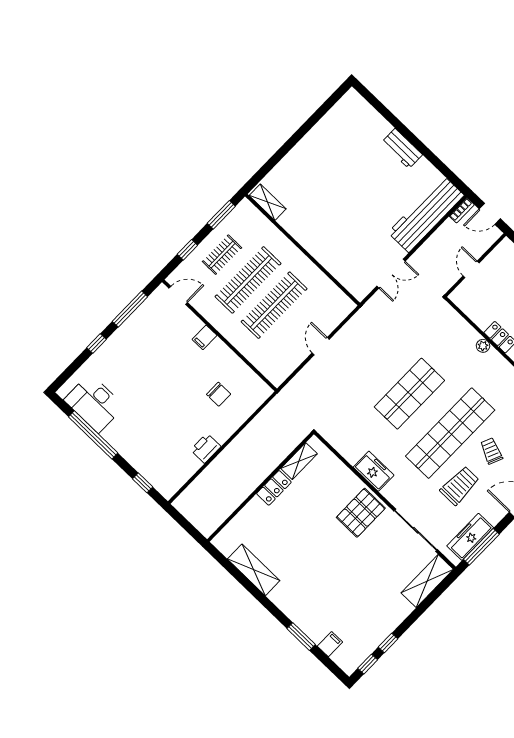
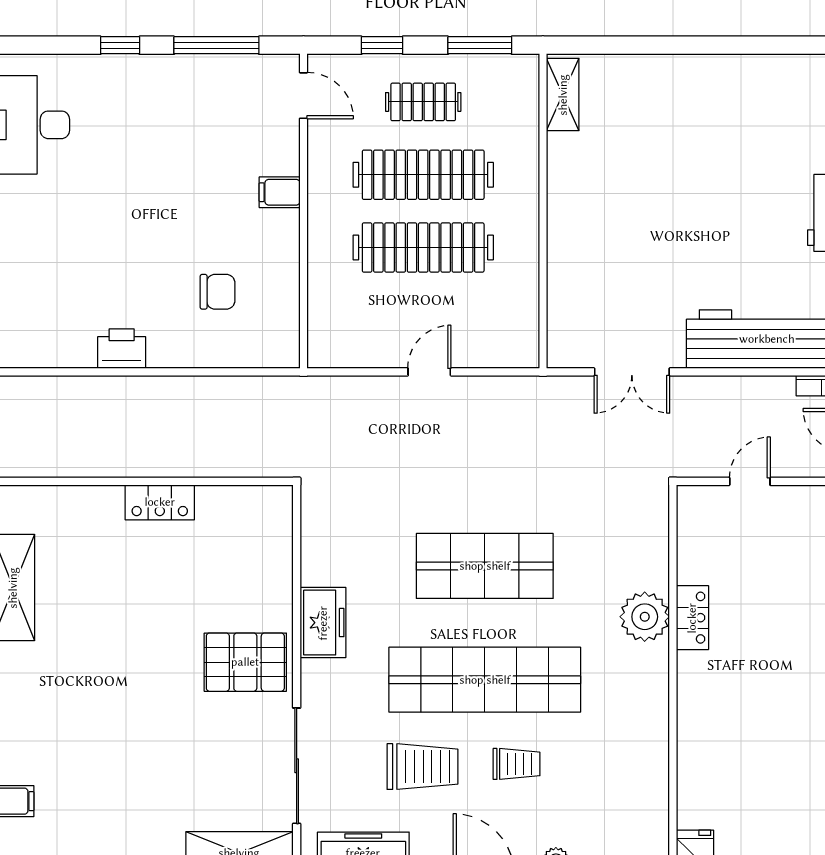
plant: (483, 346) -> (645, 617), width x1.87, depth x1.87
chair: (219, 394) -> (218, 292), turned -90
trolley: (491, 451) -> (517, 764), turned 67
shelving: (299, 461) -> (233, 501), removed

